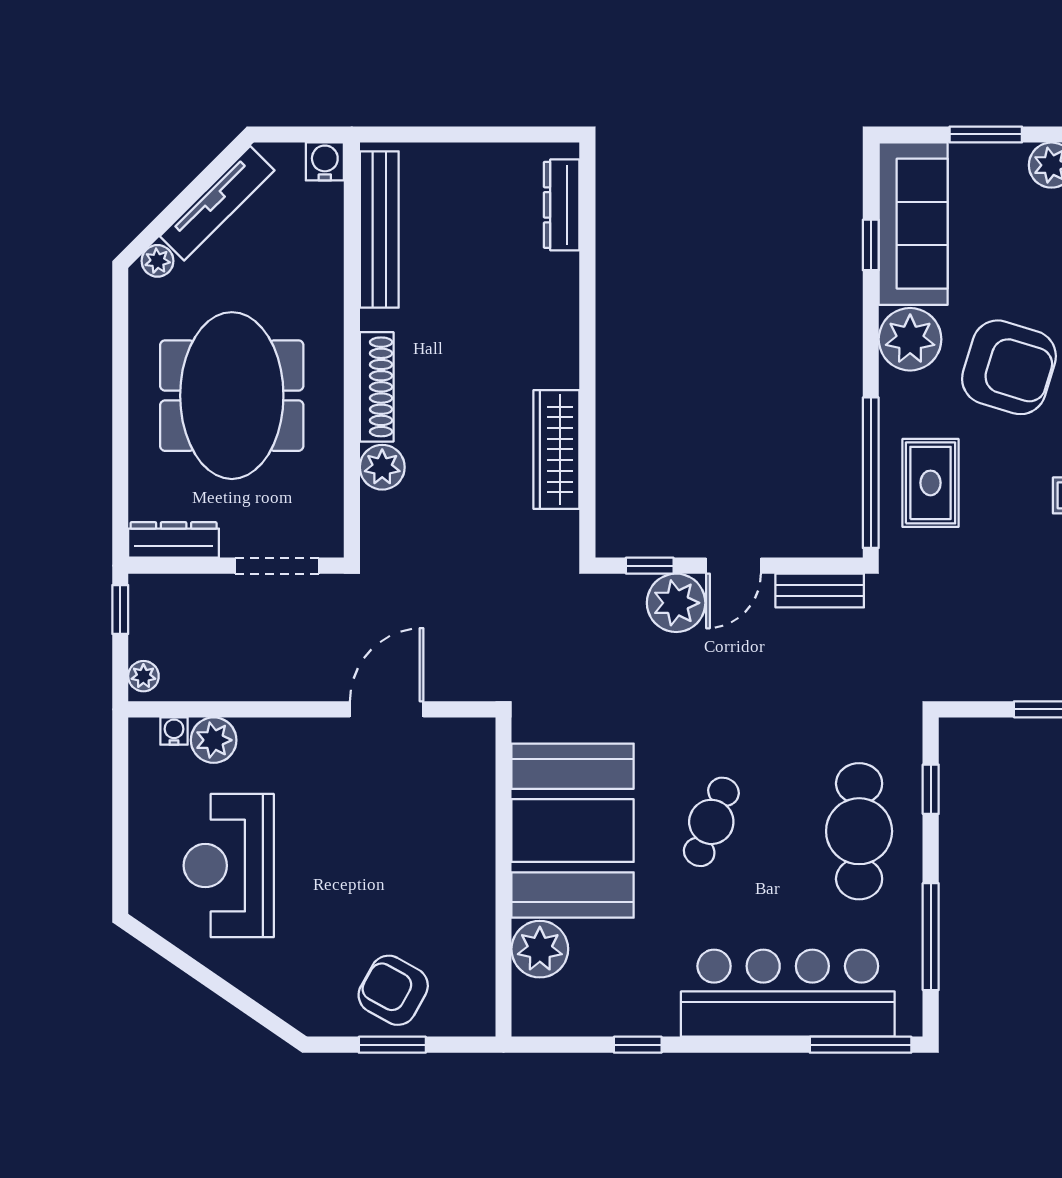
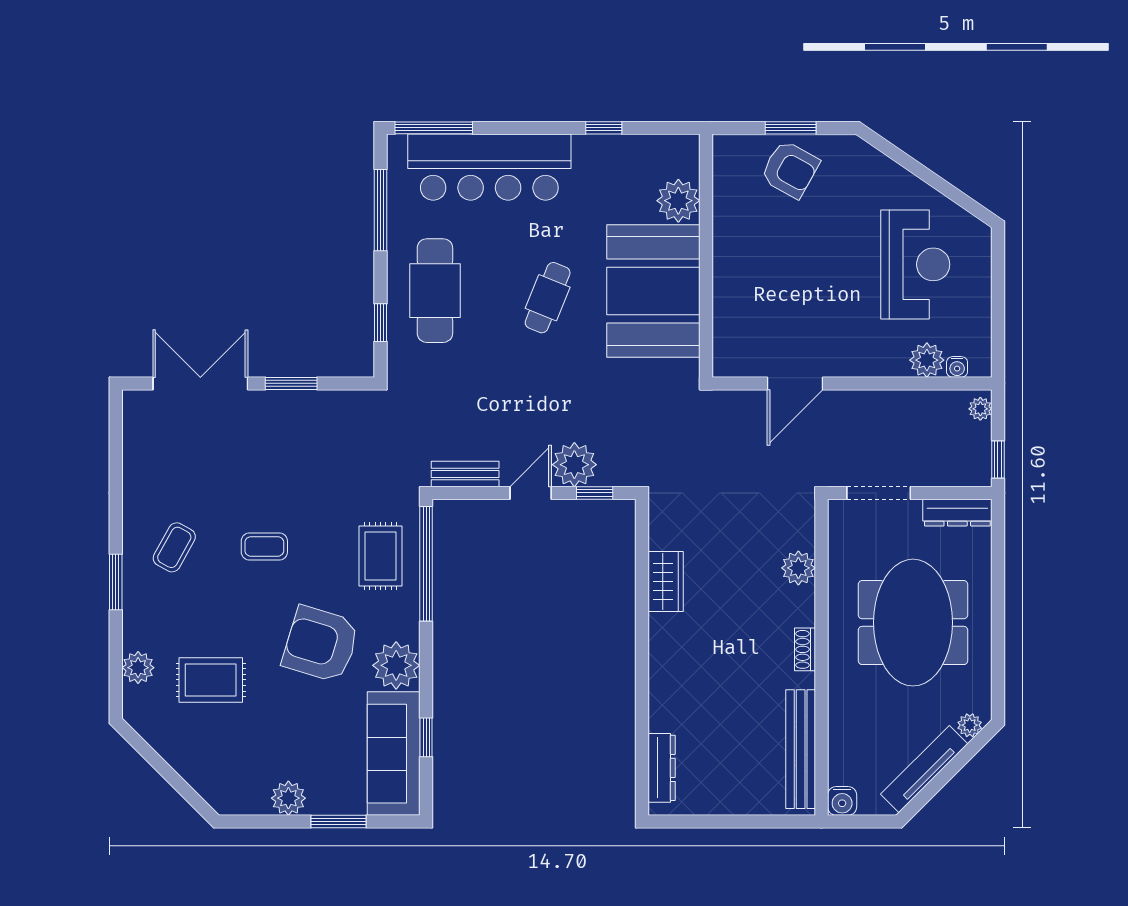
shoe rack: (377, 387) -> (805, 649), width x0.51, depth x0.81
wardrobe: (556, 449) -> (666, 581), width x0.67

